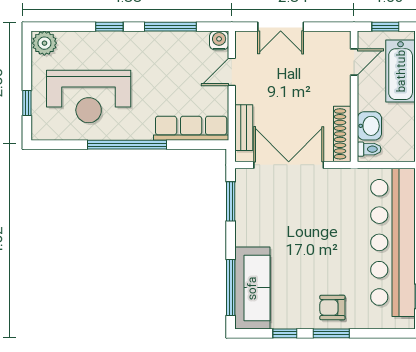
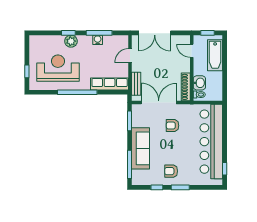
double door: (281, 27) -> (155, 33), width x1.37
water cooler: (219, 40) -> (98, 40), moved
plant: (44, 43) -> (71, 41), moved
door: (354, 62) -> (192, 51), swing flipped
reception desk: (89, 97) -> (58, 68), turned 180
armchair: (316, 211) -> (172, 126), added
sofa: (252, 288) -> (141, 148), moved
armchair: (332, 308) -> (171, 171), moved

